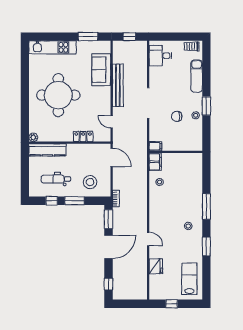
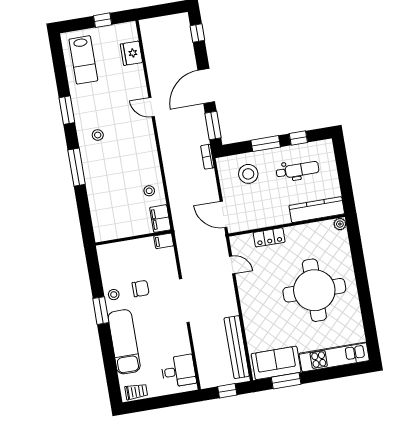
sofa: (101, 70) -> (276, 363), moved, turned -90
exam couch: (197, 76) -> (124, 342), width x1.36, depth x1.45
bench: (118, 85) -> (237, 347), moved
fridge: (156, 266) -> (131, 53), moved

